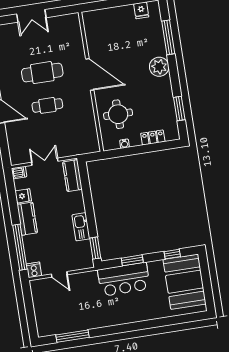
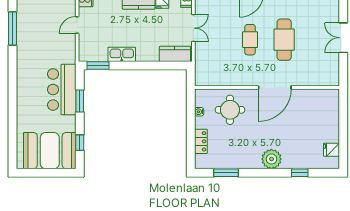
window: (168, 37) -> (300, 173), width x0.46

